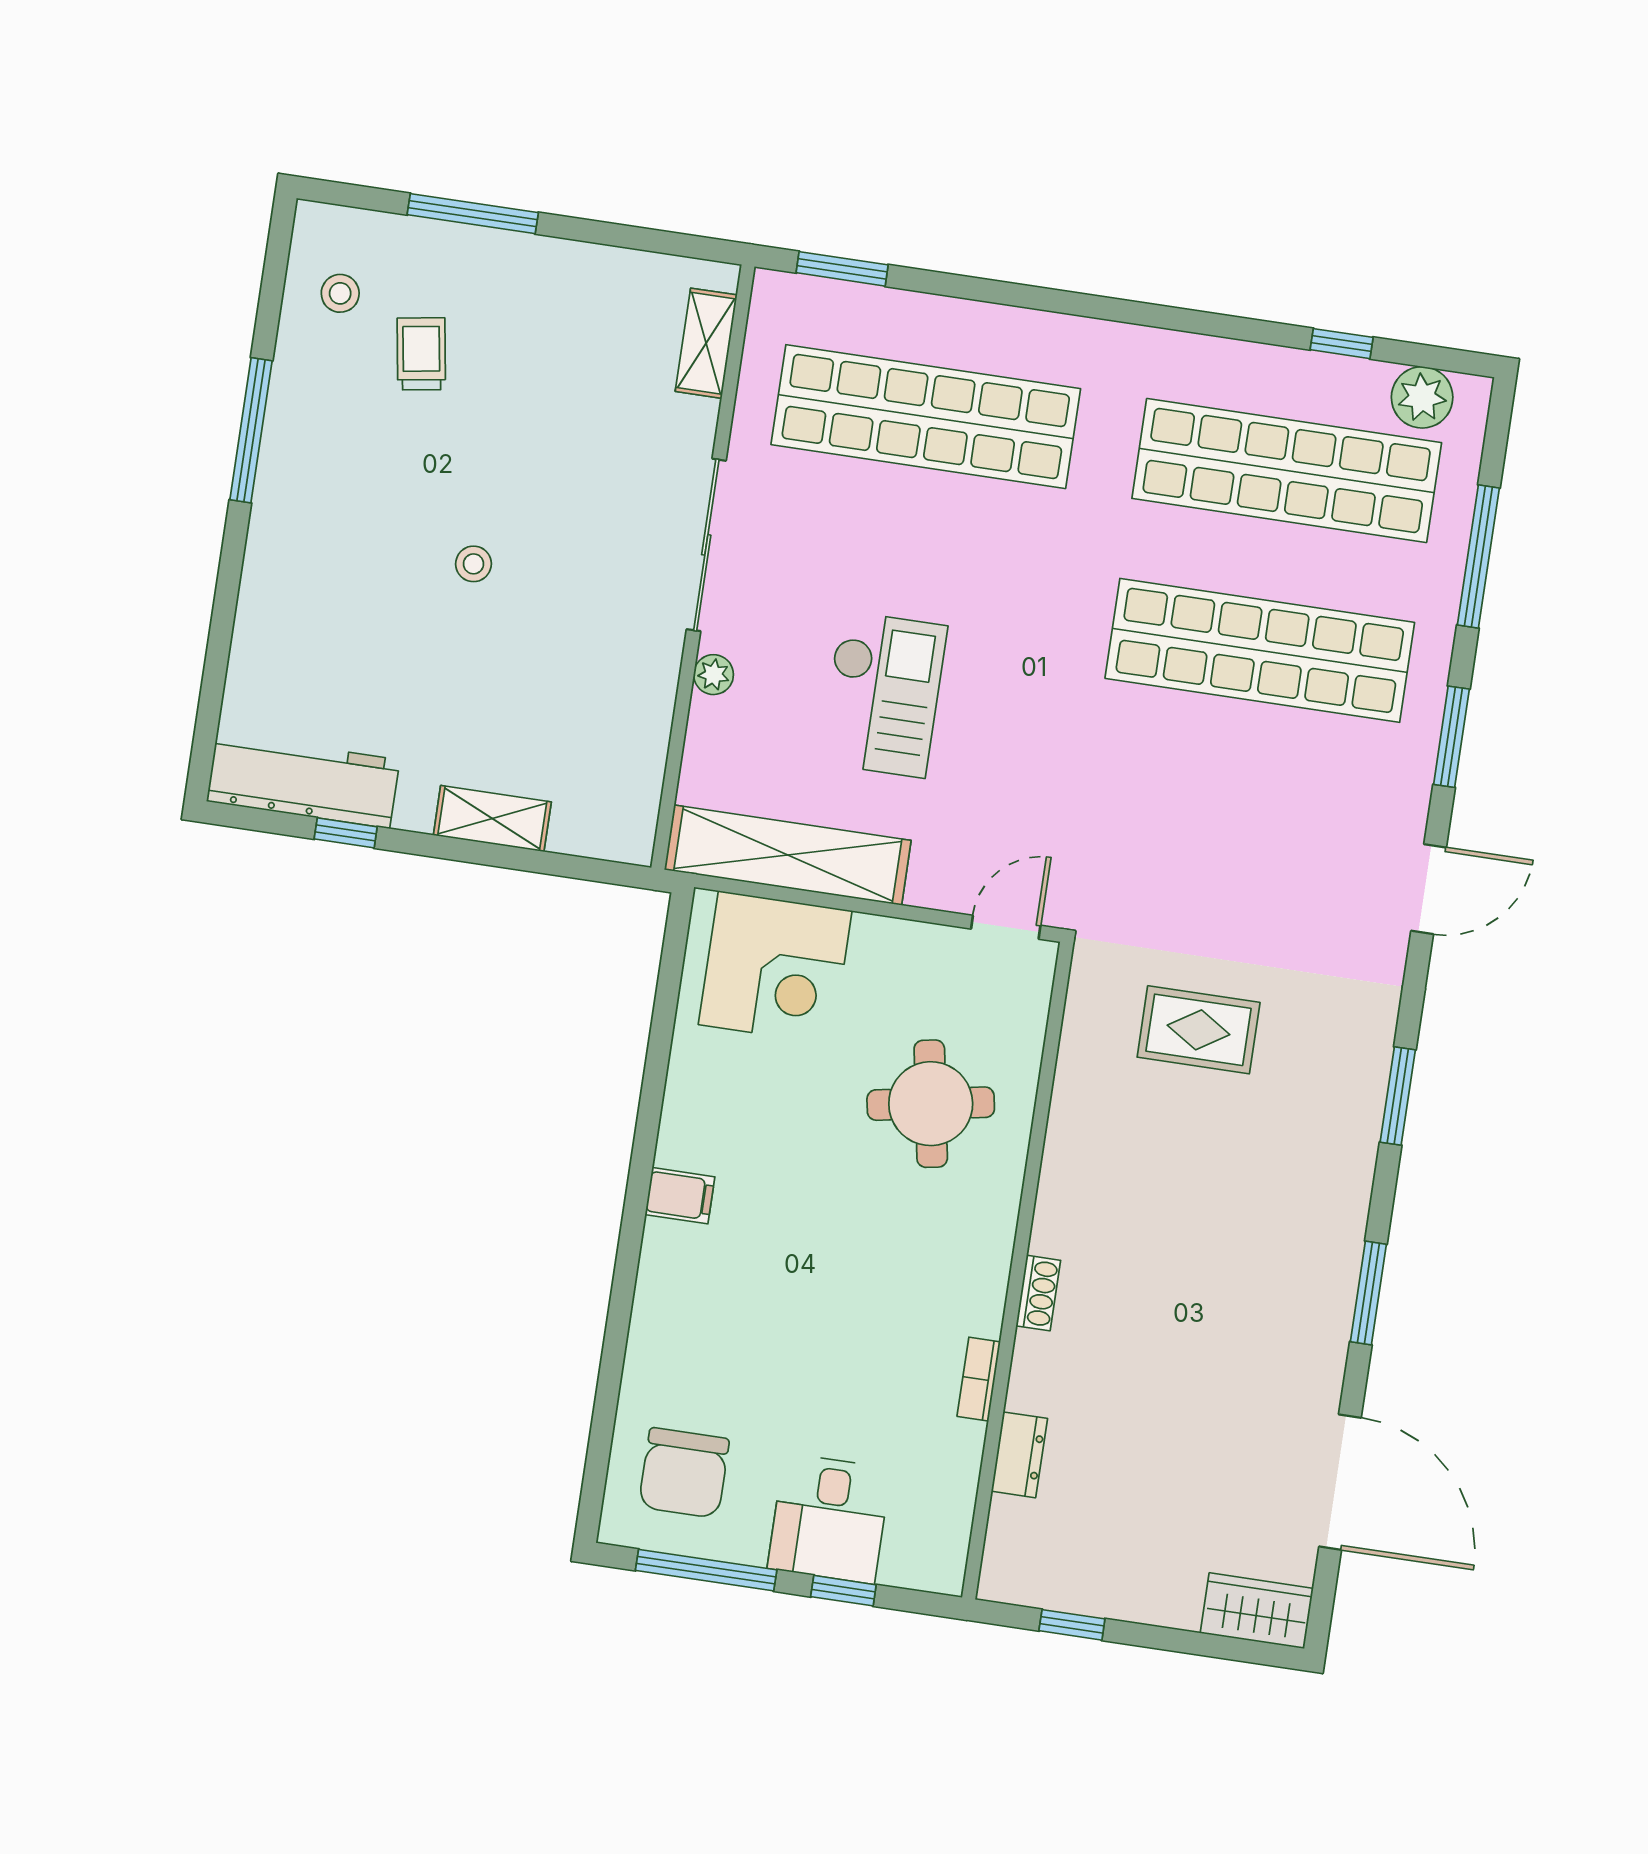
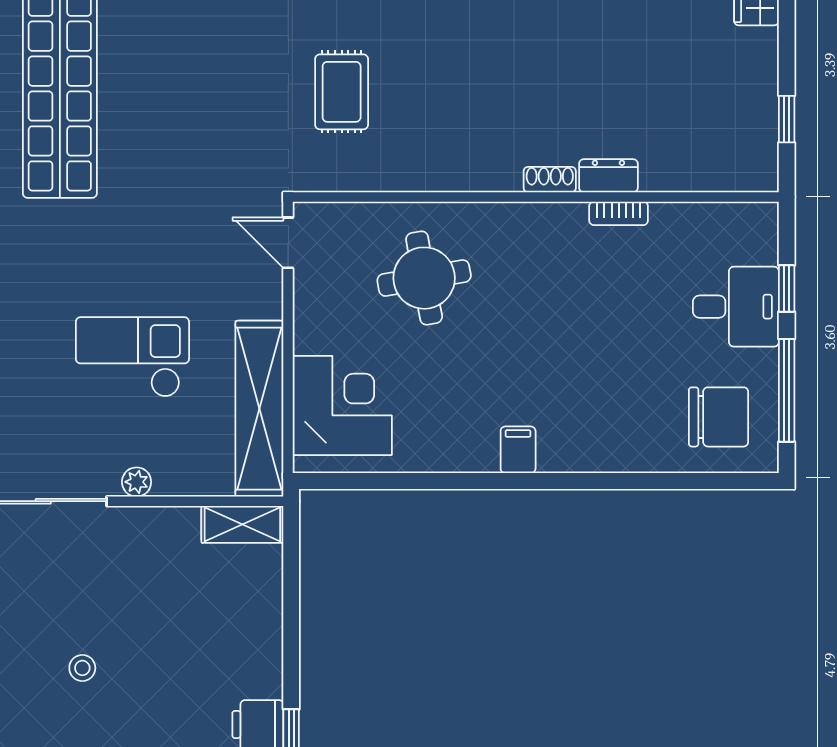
shelving: (492, 819) -> (242, 524), moved, turned 90
dresser: (1019, 1455) -> (608, 176), moved

